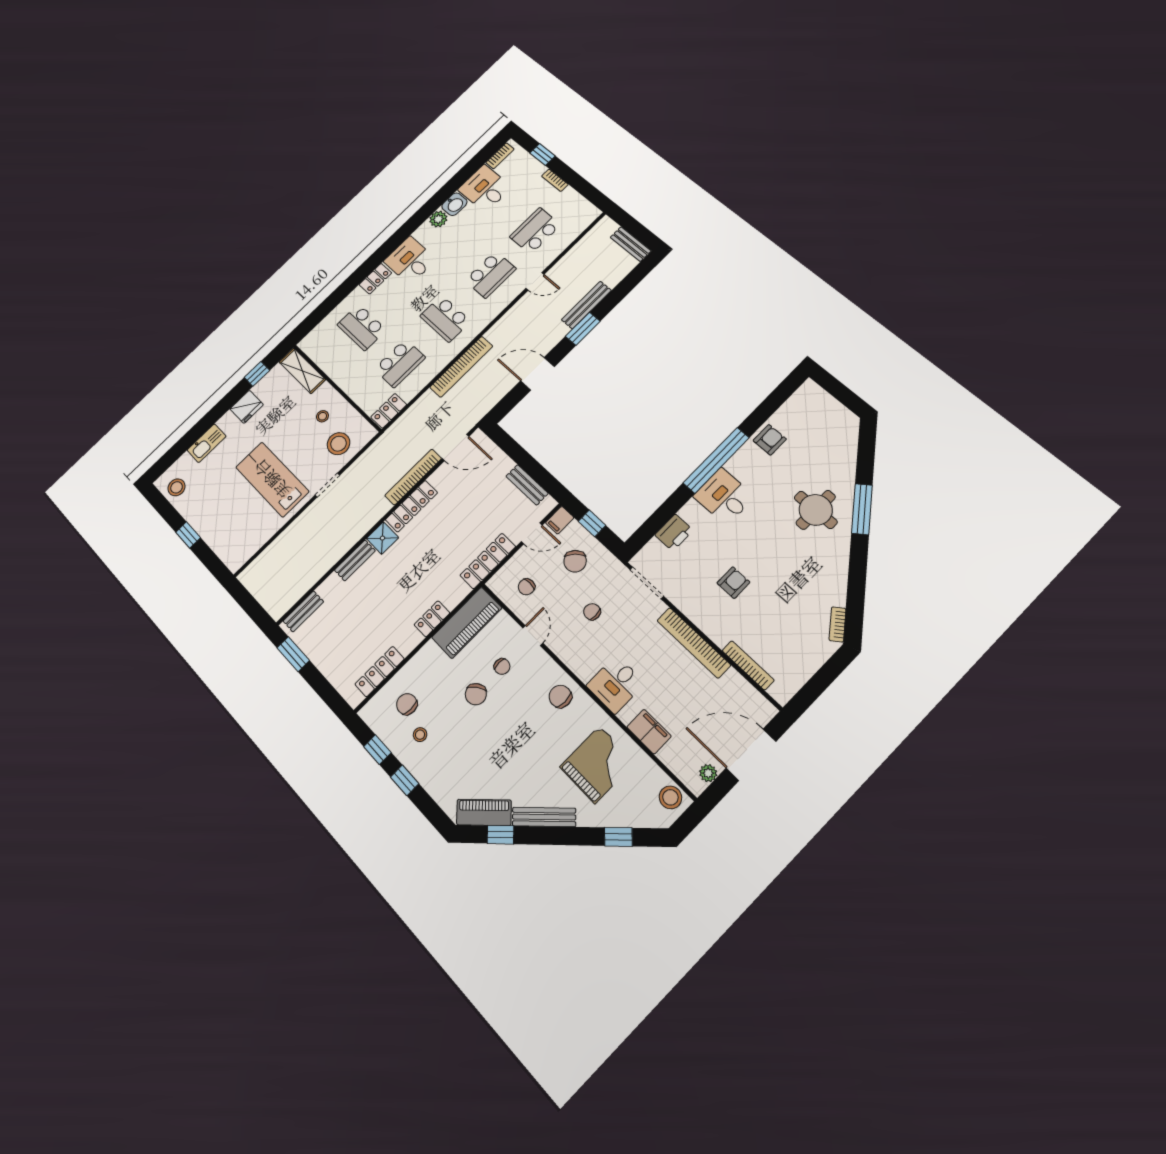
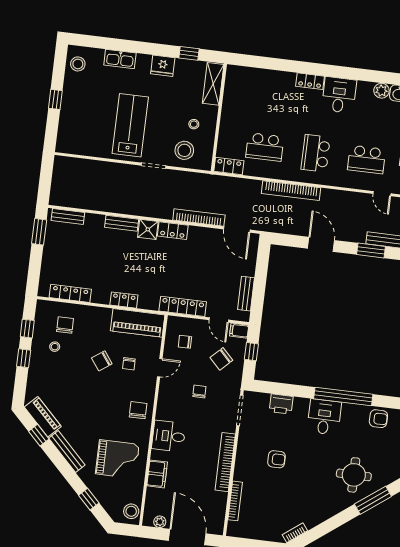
school desk: (362, 327) -> (271, 100), removed
locker: (411, 506) -> (173, 231), width x0.66

